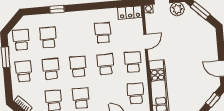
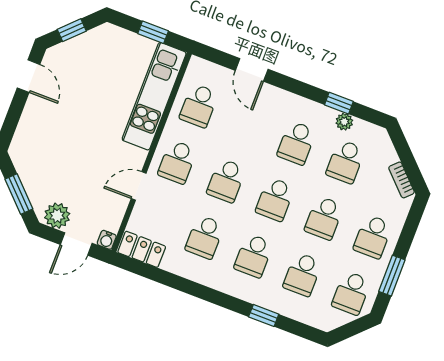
school desk: (76, 35) -> (254, 256), added

